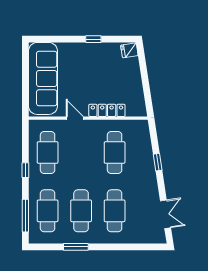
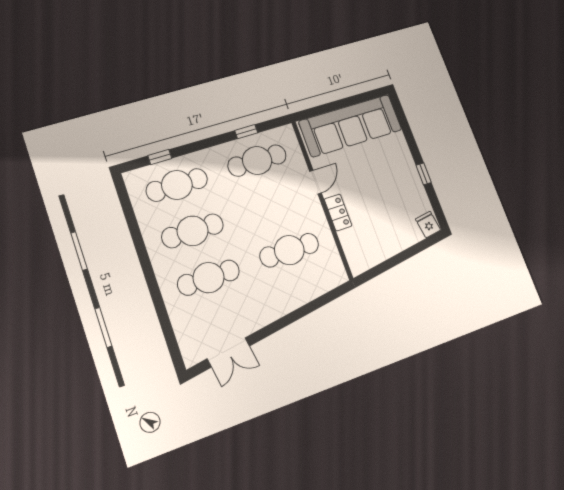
locker: (107, 110) -> (338, 212), width x0.66
window: (158, 162) -> (298, 314), removed
window: (25, 170) -> (246, 132), moved
window: (25, 216) -> (160, 157), width x0.46
window: (76, 247) -> (138, 240), removed

